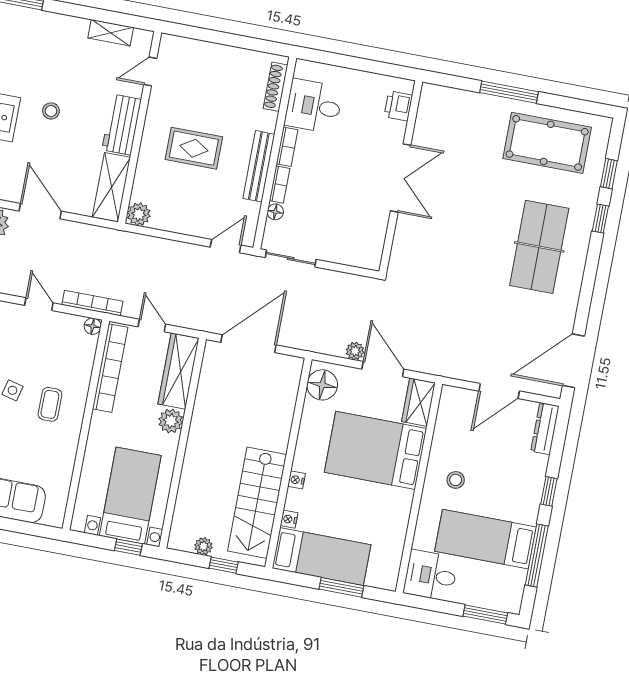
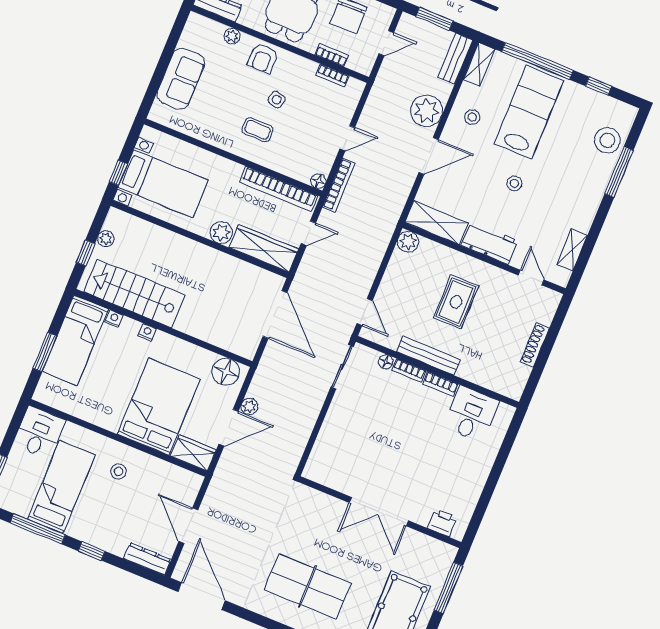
shoe rack: (276, 87) -> (535, 345), moved, turned -90
printer: (398, 106) -> (442, 523), moved
wall: (401, 177) -> (380, 512), moved
double door: (401, 178) -> (379, 512), moved

